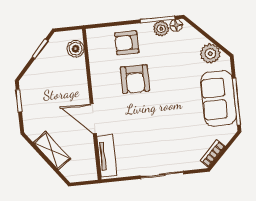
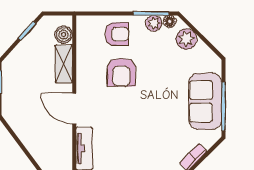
armchair: (127, 43) -> (117, 34), turned 180
plant: (210, 54) -> (186, 39), moved
shelving: (52, 151) -> (64, 64), moved, turned 36

